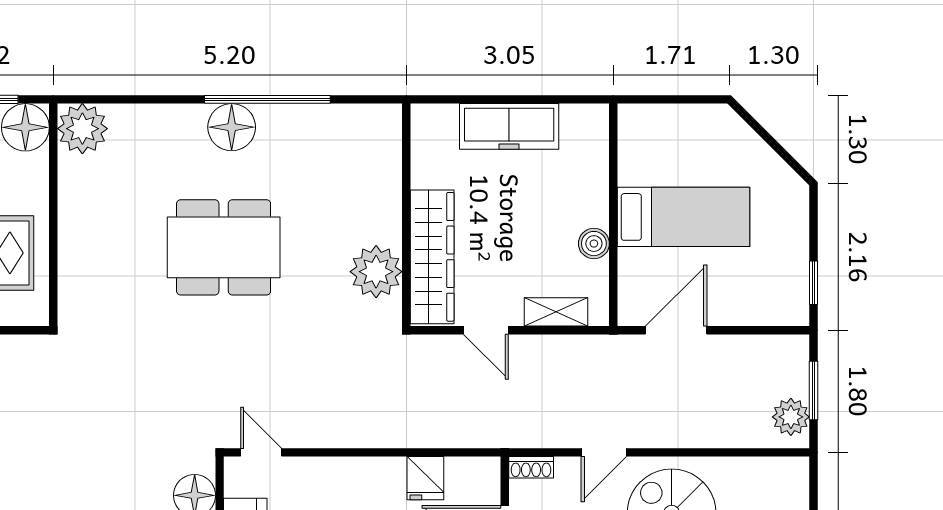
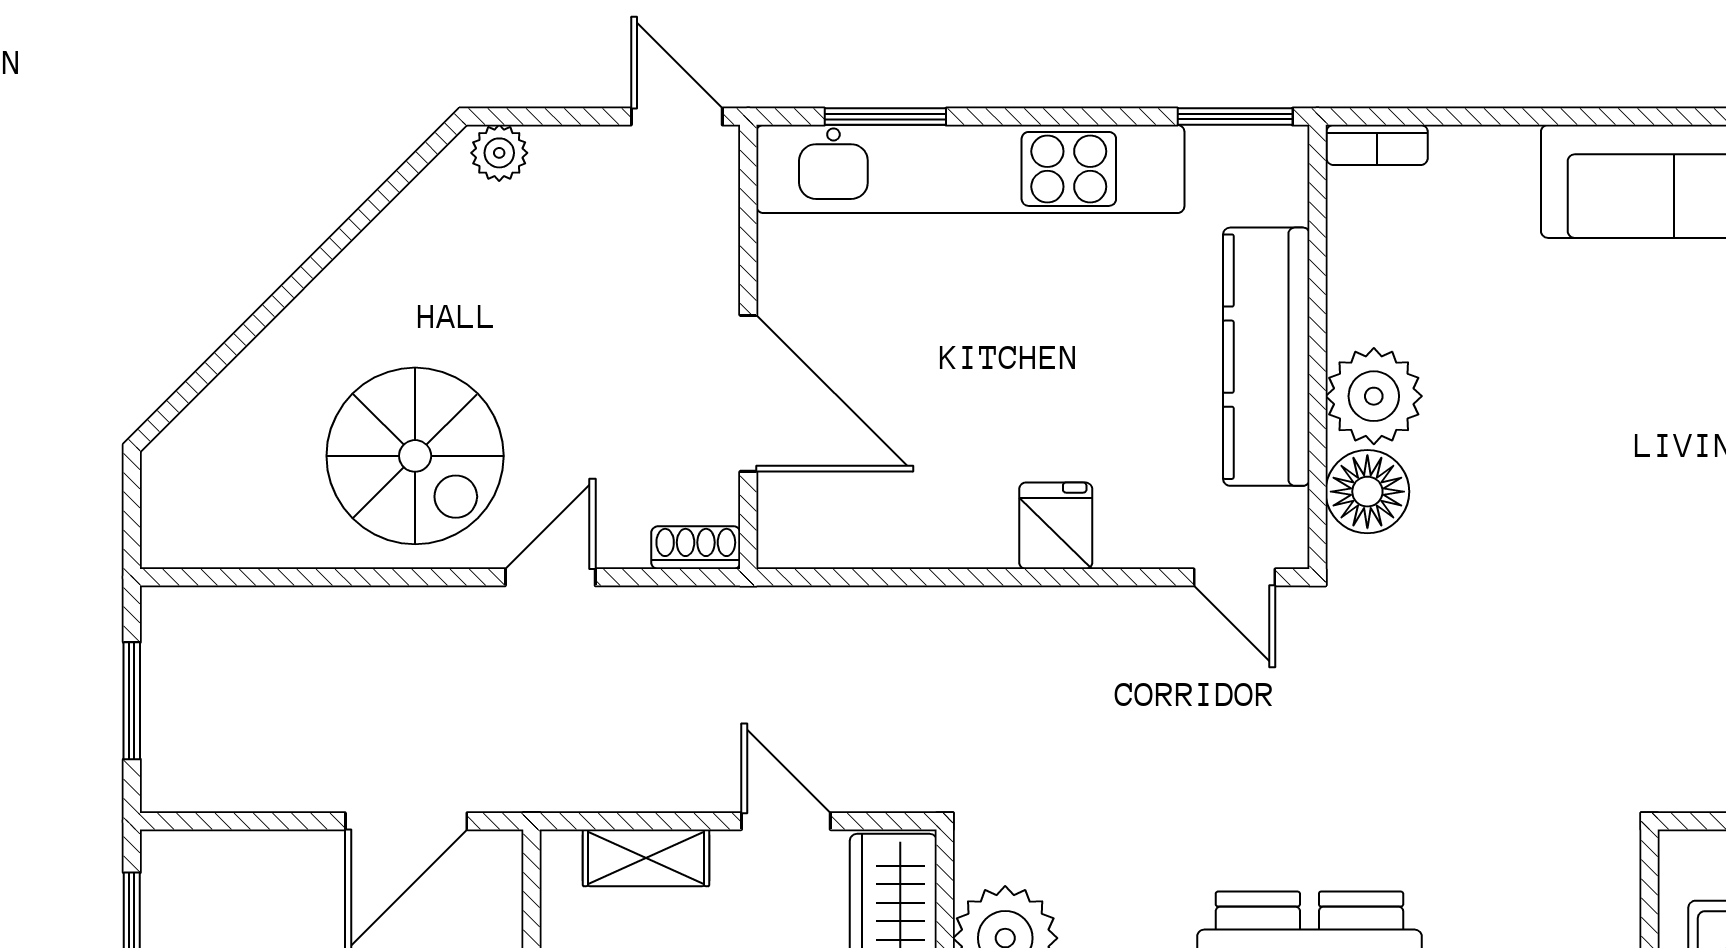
plant: (791, 417) -> (177, 648), removed
fridge: (425, 478) -> (1056, 526), moved

